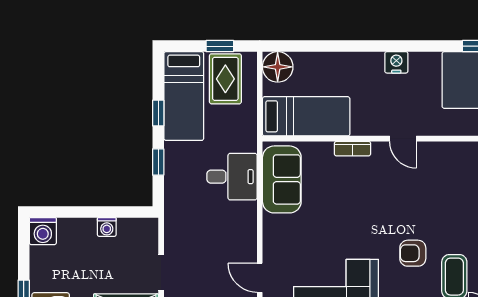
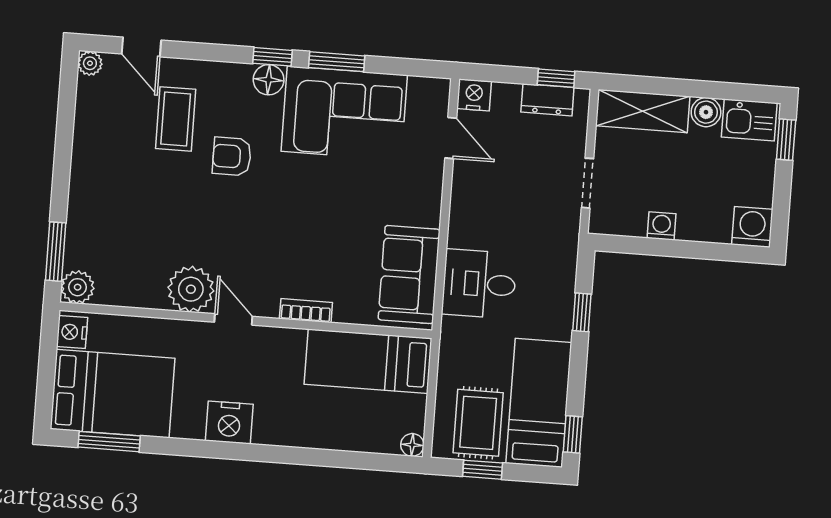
nightstand: (396, 62) -> (229, 423), width x1.36, depth x1.33
floor lamp: (278, 67) -> (412, 445), width x0.53, depth x0.53
window: (158, 113) -> (573, 434), moved
plant: (435, 158) -> (191, 289), added
armchair: (413, 253) -> (232, 156), turned 180
doorway: (161, 272) -> (587, 183), moved

